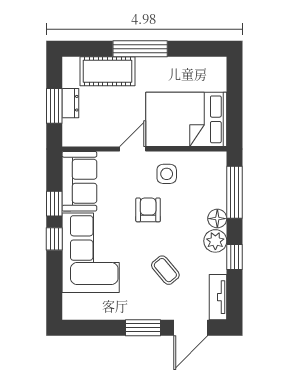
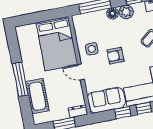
dresser: (70, 103) -> (78, 111), moved

